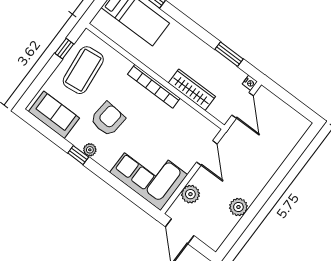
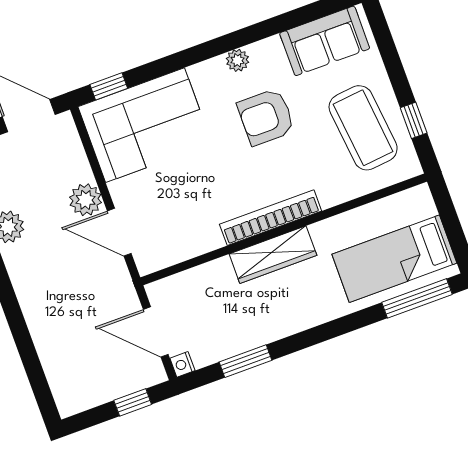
wardrobe: (192, 90) -> (273, 255), moved
window: (283, 95) -> (133, 402), added
armchair: (108, 119) -> (266, 117), turned 85
window: (78, 155) -> (109, 86), moved
plant: (190, 194) -> (86, 200), moved

